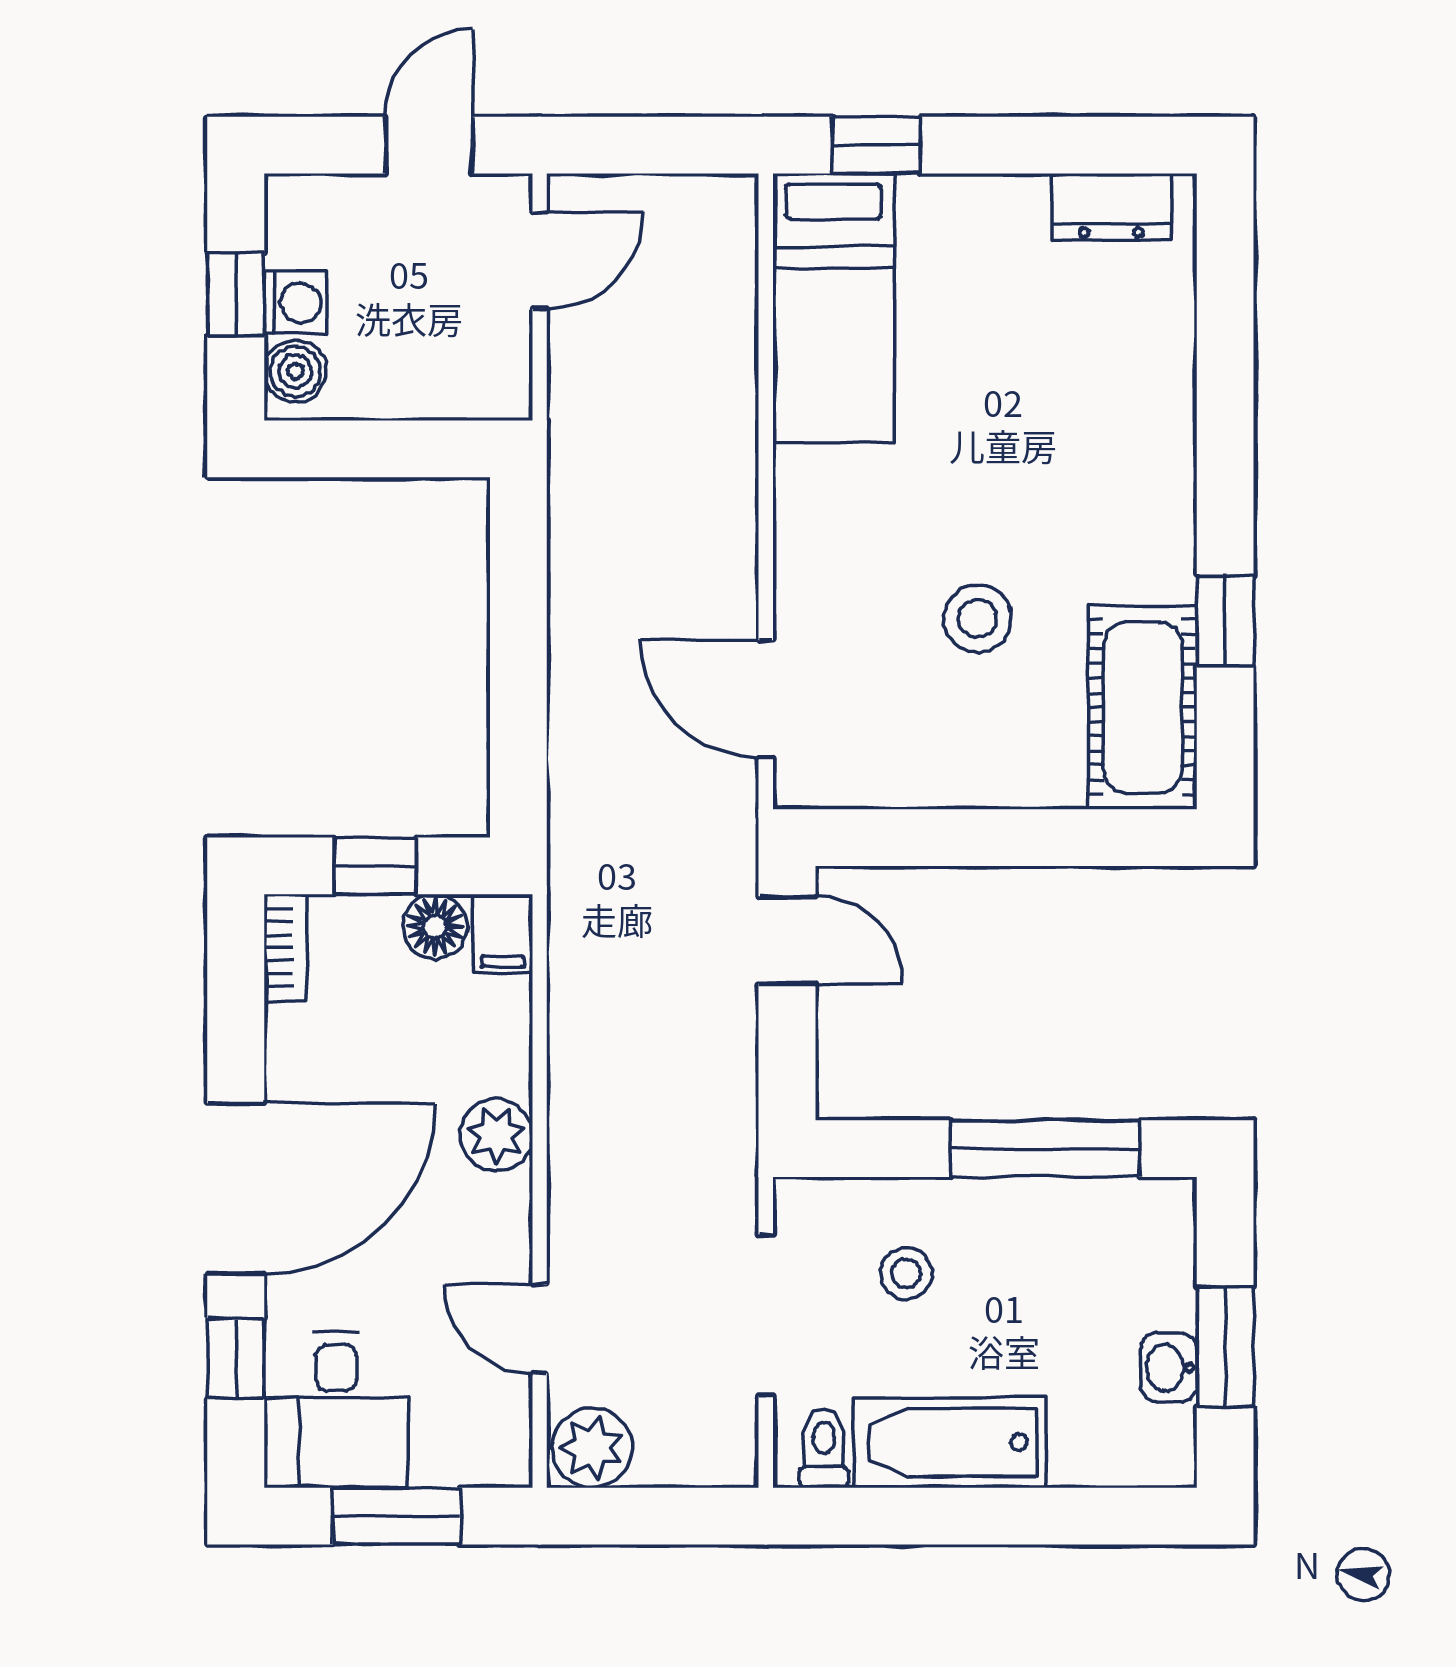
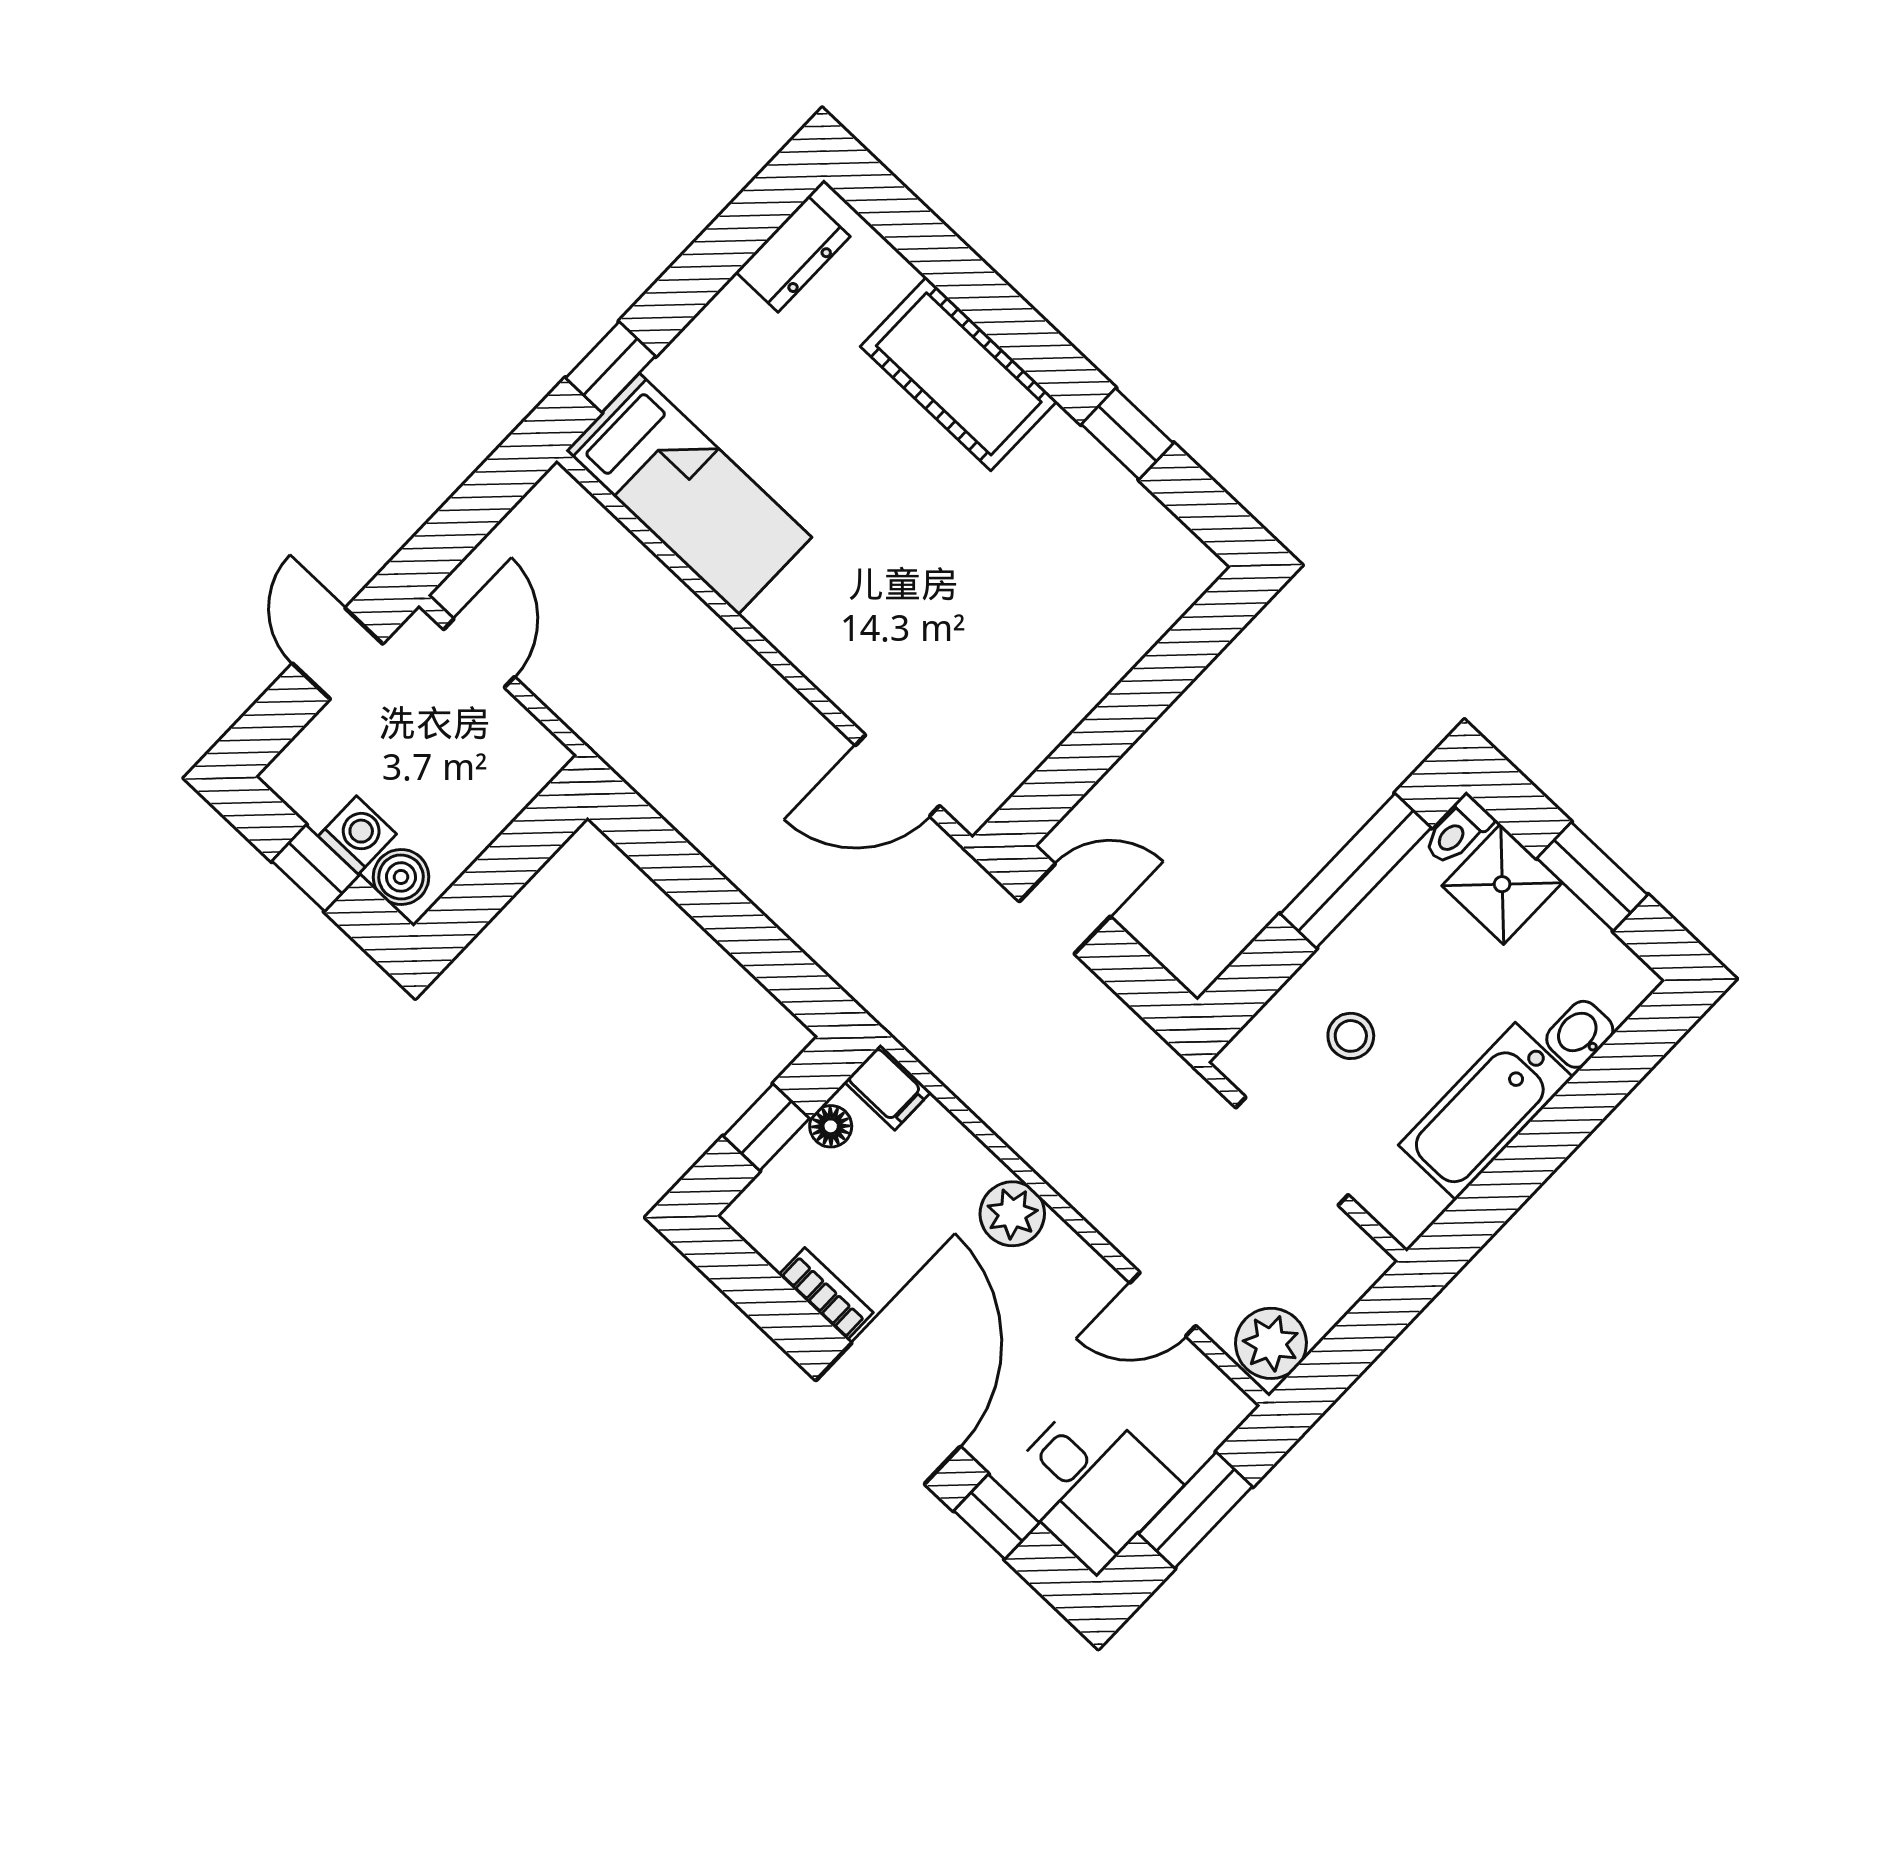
stool: (978, 618) -> (975, 591), removed
cot: (1143, 707) -> (959, 374), moved
floor lamp: (435, 927) -> (831, 1126), width x0.73, depth x0.73
bookcase: (285, 948) -> (826, 1294), moved
shower: (1148, 1279) -> (1502, 884), added
washbasin: (1169, 1368) -> (1580, 1034), moved, turned 90
toilet: (824, 1449) -> (1458, 831), moved, turned -90

